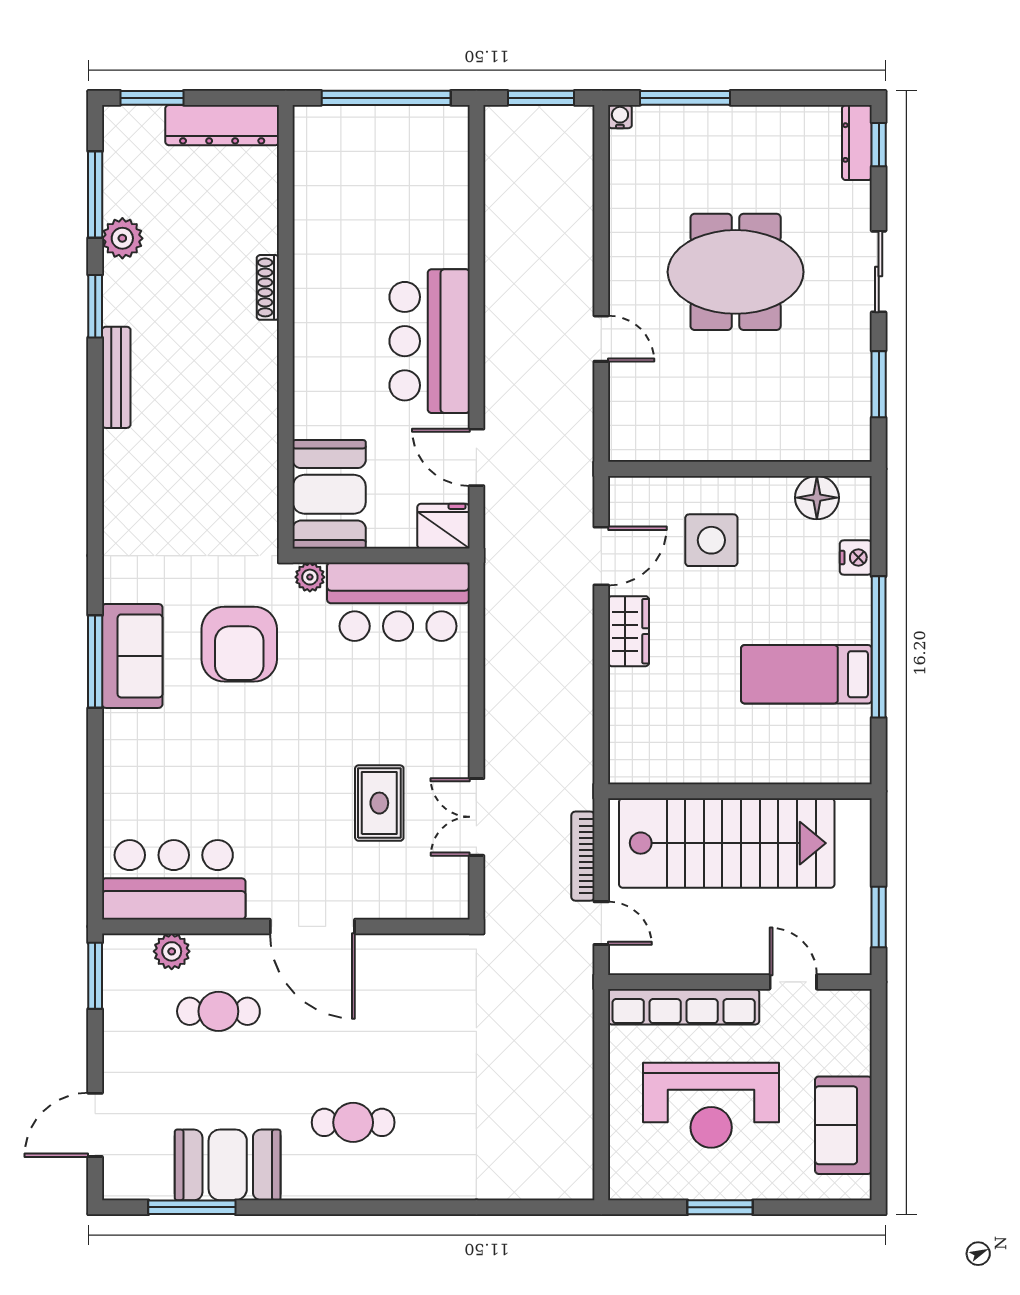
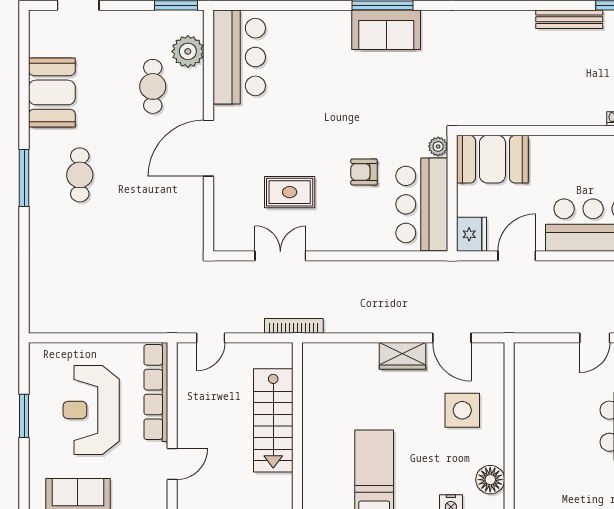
armchair: (239, 644) -> (364, 172), moved, width x0.53, depth x0.53
stairs: (727, 843) -> (273, 420), width x0.73, depth x0.66
bookcase: (583, 856) -> (294, 326), moved
plant: (172, 951) -> (188, 51), width x1.36, depth x1.36
window: (192, 1207) -> (24, 178), moved

